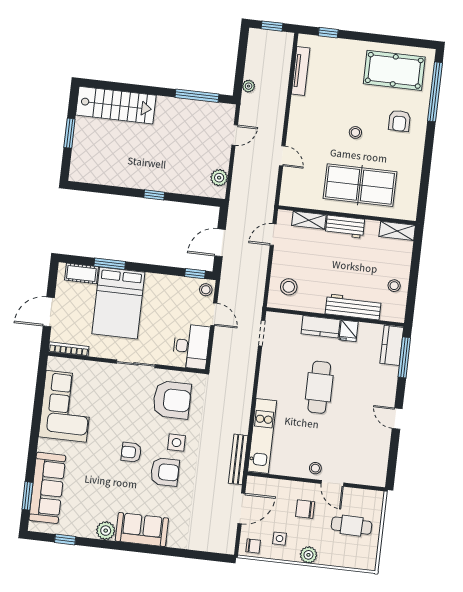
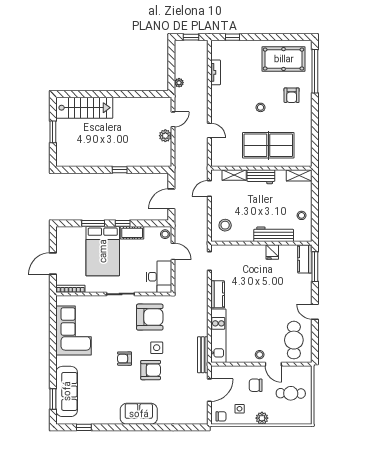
tv unit: (301, 71) -> (216, 72), width x0.71
window: (197, 96) -> (142, 94), removed
plant: (219, 178) -> (165, 136), moved
cot: (81, 273) -> (132, 233), moved
window: (195, 274) -> (123, 223), moved
kitchen counter: (321, 327) -> (218, 294), moved, turned -90
cafe table: (319, 387) -> (294, 340), moved
plant: (106, 531) -> (113, 418), removed

